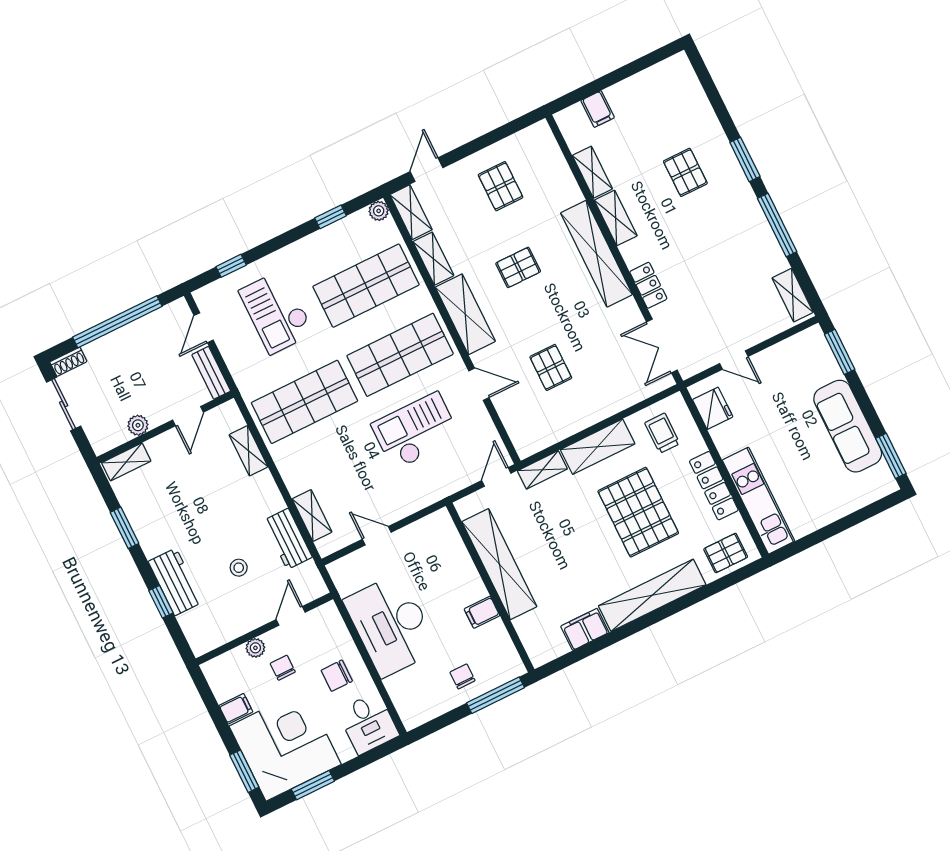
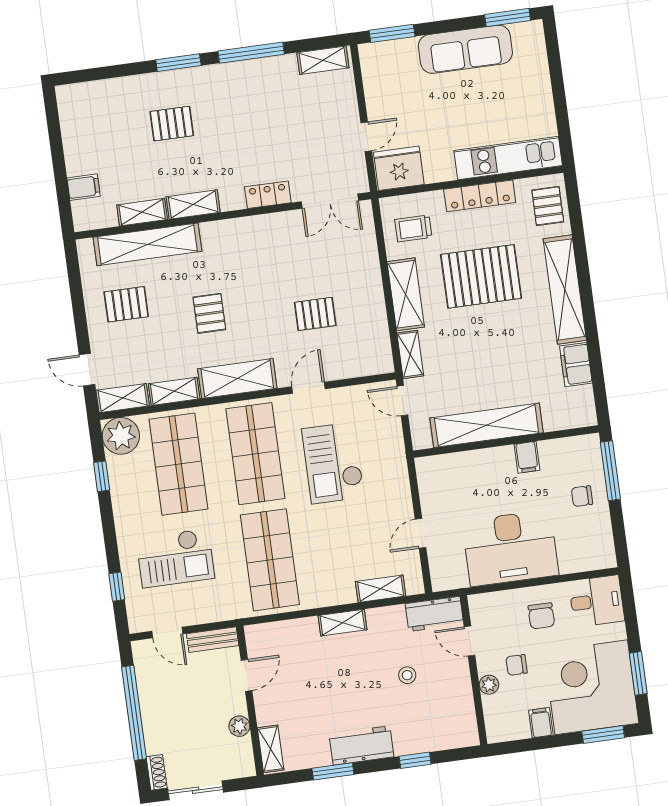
plant: (379, 211) -> (121, 436), width x1.88, depth x1.88
shelving: (596, 254) -> (147, 244), moved
fridge: (713, 408) -> (399, 168), width x1.36, depth x1.34
door: (188, 416) -> (247, 675), hinge flipped
shelving: (249, 451) -> (342, 623), moved
workbench: (288, 539) -> (434, 614), moved
workbench: (175, 582) -> (361, 745), moved

